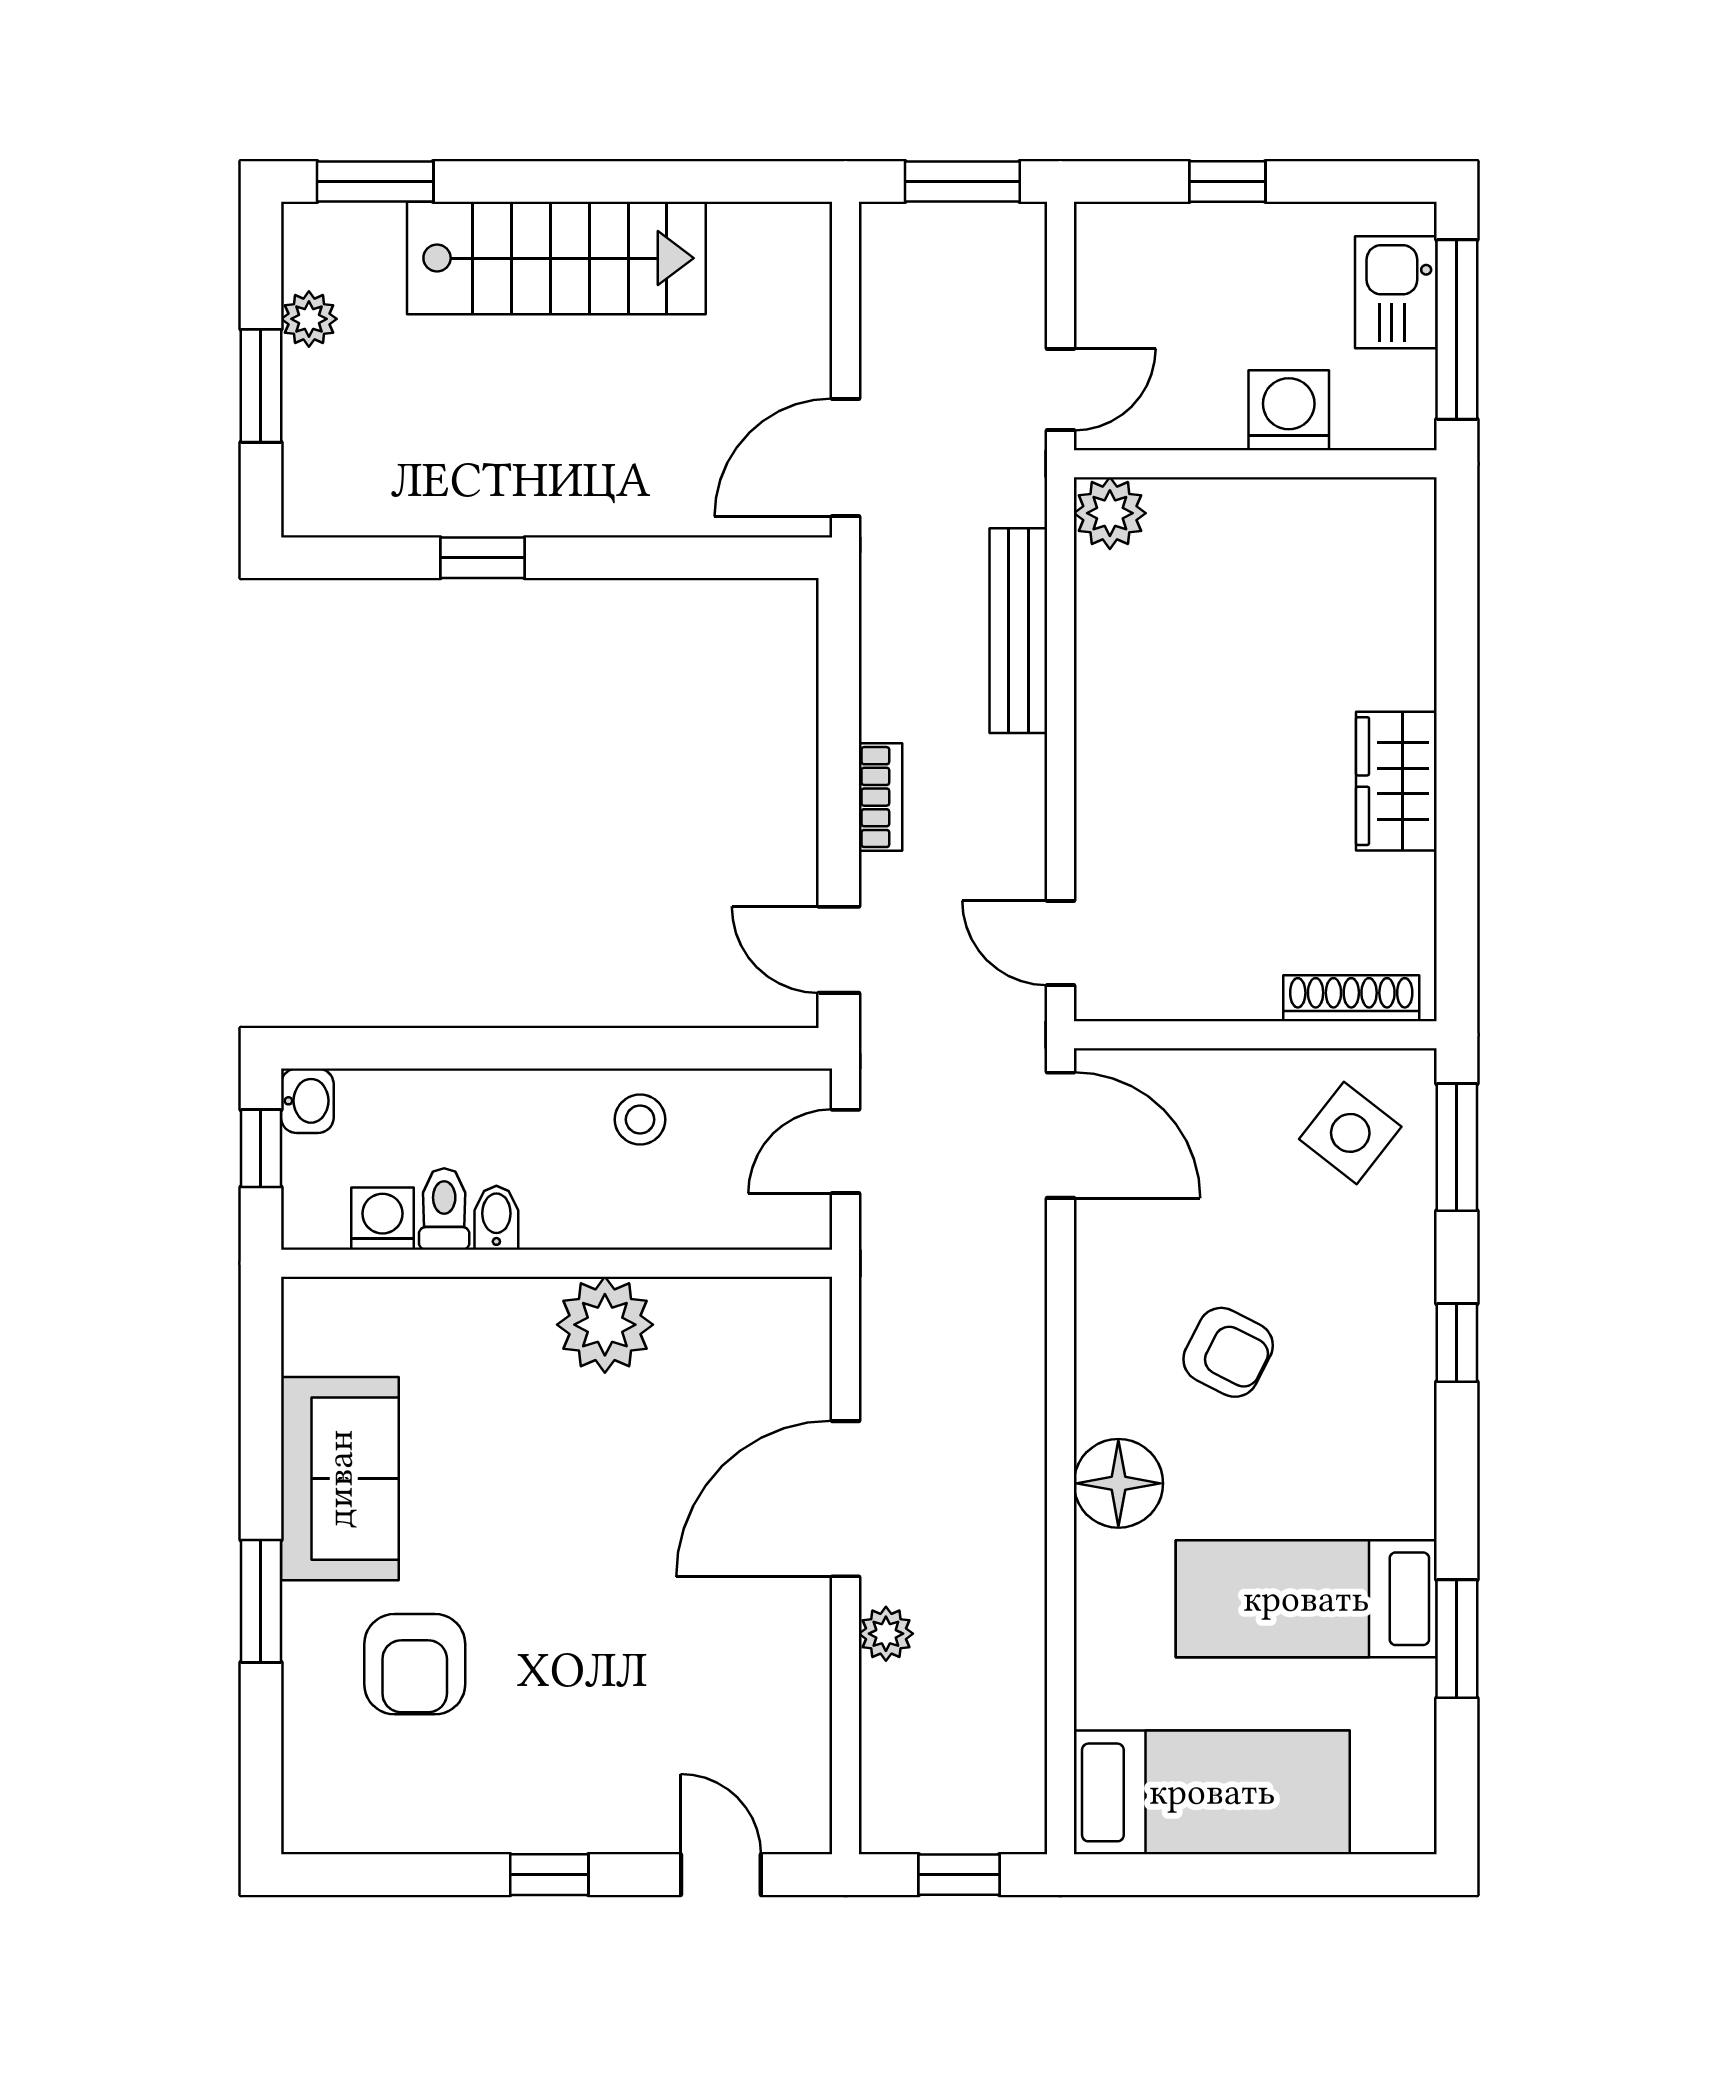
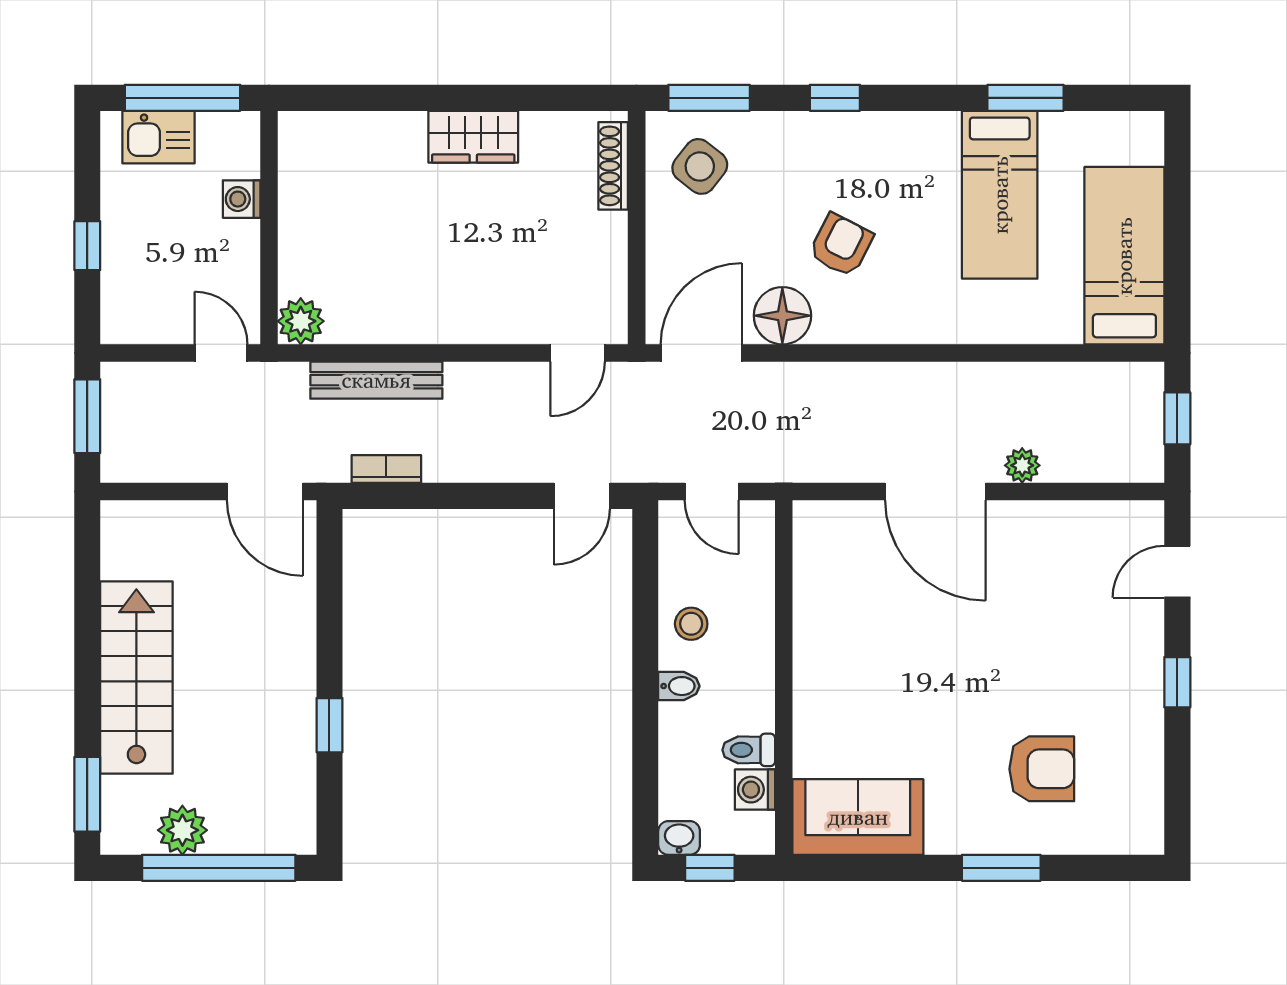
plant: (309, 319) -> (182, 830), width x1.38, depth x1.38
window: (261, 386) -> (219, 868), width x2.11
washing machine: (1289, 410) -> (242, 199), width x0.73, depth x0.73
bookcase: (880, 797) -> (386, 469), moved
bidet: (496, 1218) -> (679, 686), moved, turned 180
plant: (605, 1325) -> (823, 646), removed
sofa: (340, 1479) -> (858, 817), moved
floor lamp: (1118, 1483) -> (782, 316), moved

